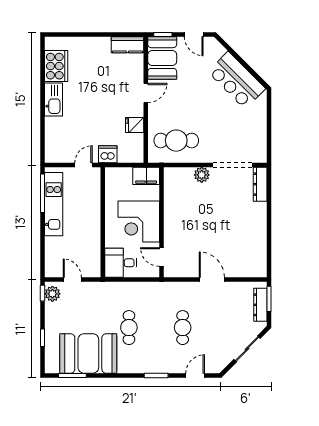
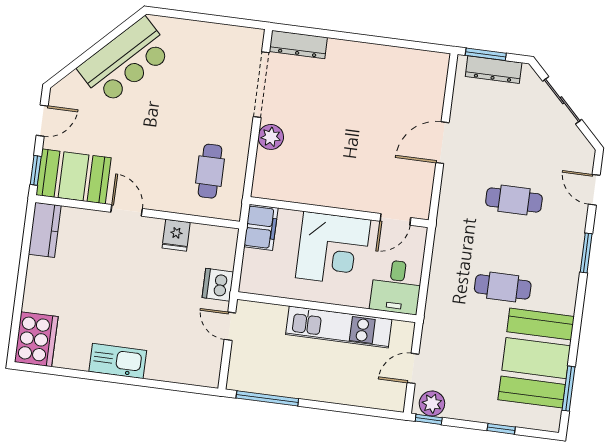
cooker: (56, 66) -> (36, 339), moved, turned 90
cafe table: (176, 141) -> (210, 171), width x0.73, depth x0.74
kitchen unit: (54, 204) -> (339, 327), moved, turned 180

